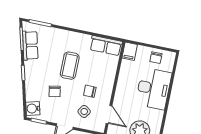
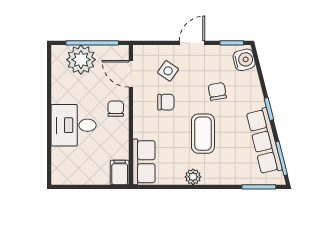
plant: (82, 39) -> (193, 177), added
row of seats: (30, 45) -> (264, 141), width x1.48
row of seats: (106, 46) -> (144, 162), moved, turned 90
chair: (156, 58) -> (116, 109), moved
desk: (154, 89) -> (74, 125), width x0.73

